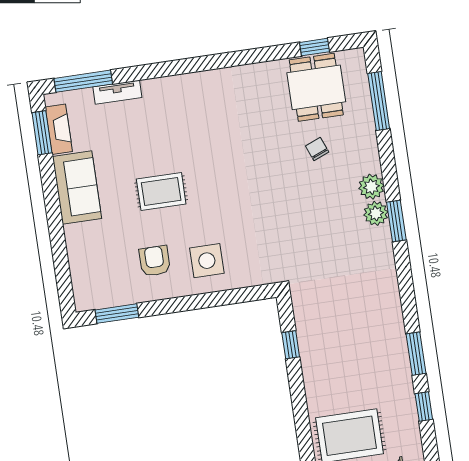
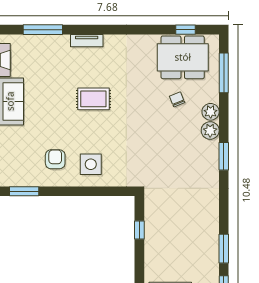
window: (83, 81) -> (43, 30), moved
dining table: (316, 87) -> (183, 57), width x1.38
tv unit: (117, 92) -> (87, 41), moved
rug: (161, 192) -> (93, 99), moved
plant: (376, 213) -> (211, 112), moved

